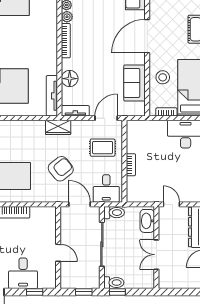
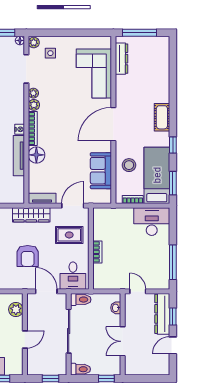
nightstand: (53, 41) -> (20, 129), added
floor lamp: (70, 79) -> (36, 155), moved
tv unit: (52, 96) -> (19, 156), moved
wardrobe: (58, 127) -> (31, 215), width x1.50
armchair: (61, 169) -> (28, 256), turned 129
washbasin: (147, 221) -> (116, 308), width x0.52, depth x0.69
plant: (49, 223) -> (16, 309), added
door: (58, 253) -> (25, 339), hinge flipped
window: (117, 292) -> (106, 378), moved

